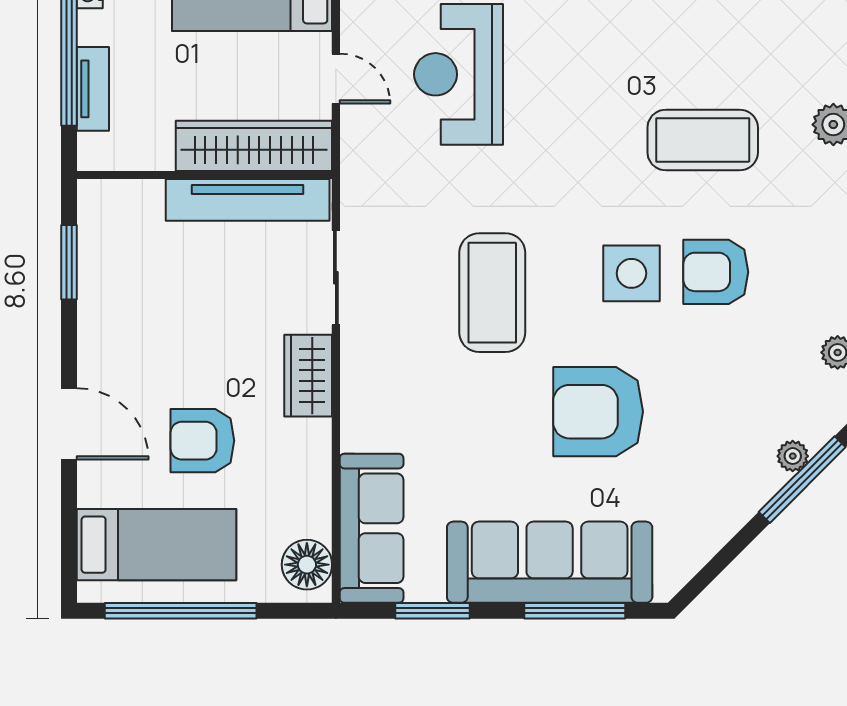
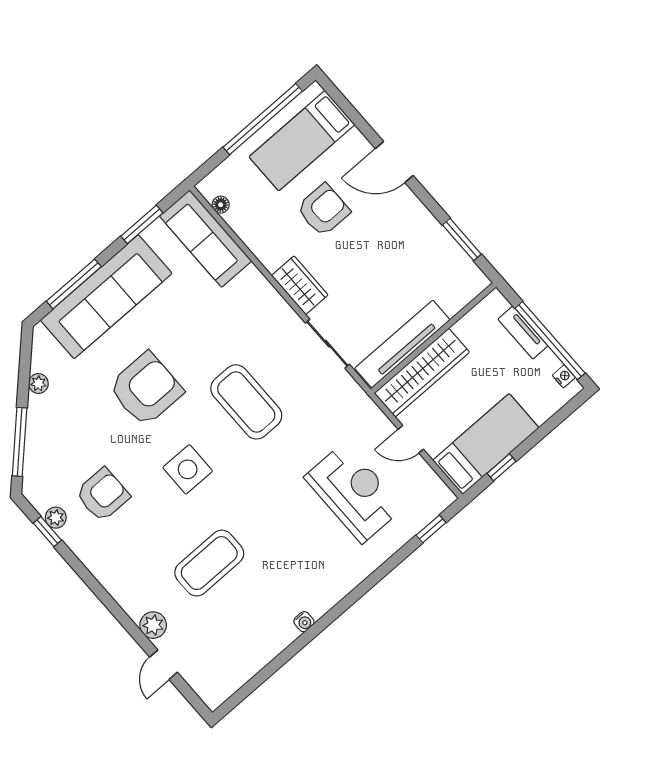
armchair: (716, 272) -> (103, 495), moved
plant: (793, 456) -> (38, 383), moved
floor lamp: (307, 565) -> (221, 205), width x0.53, depth x0.53

